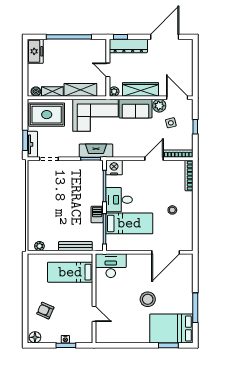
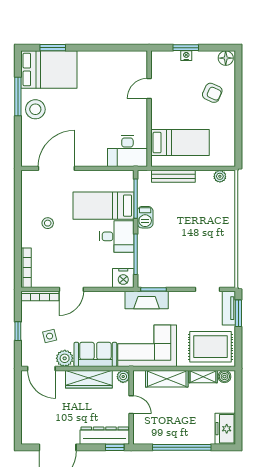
stool: (148, 299) -> (35, 109), moved
door: (94, 314) -> (149, 88), hinge flipped

